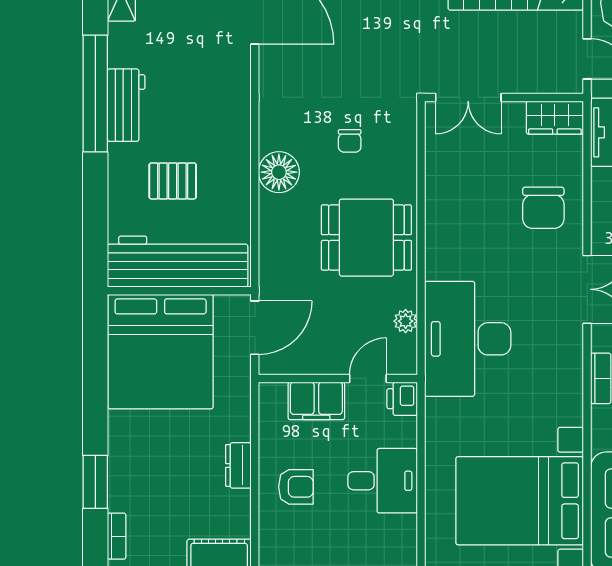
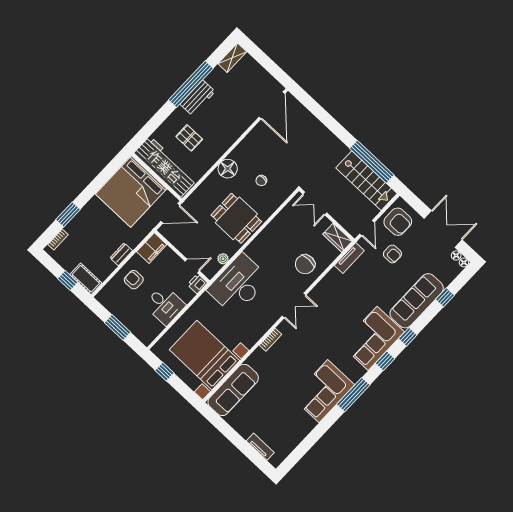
filing cabinet: (316, 401) -> (152, 248), moved, turned -90
armchair: (296, 487) -> (134, 280), turned 180

